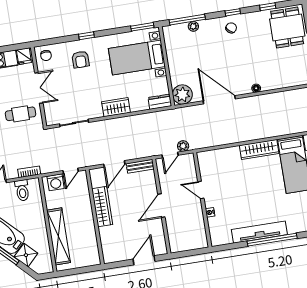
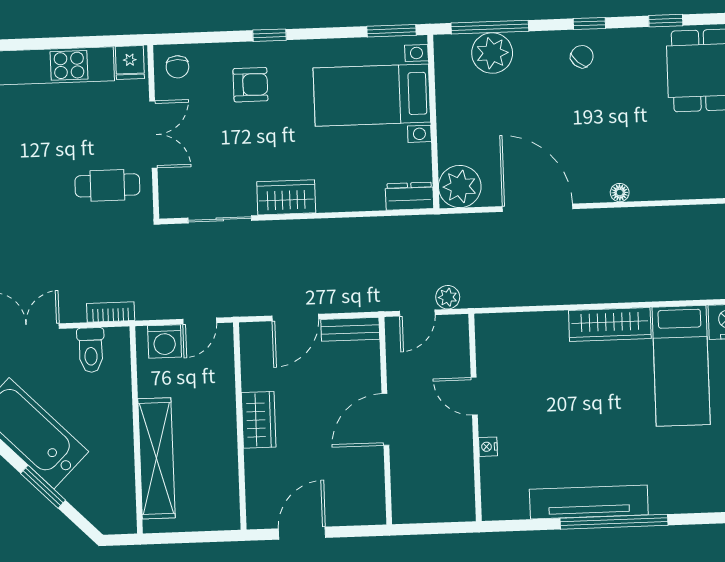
plant: (193, 26) -> (492, 53), width x1.88, depth x1.88
armchair: (81, 60) -> (250, 85), turned -90
wardrobe: (116, 107) -> (286, 197), moved
wardrobe: (102, 207) -> (259, 420), width x0.67
shower: (26, 255) -> (82, 490), removed
door: (144, 260) -> (302, 533), moved

